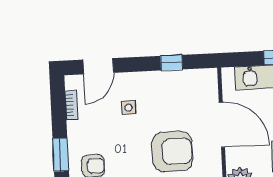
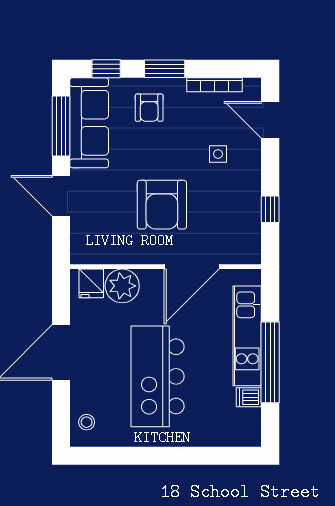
bookcase: (71, 105) -> (215, 85), width x1.56

